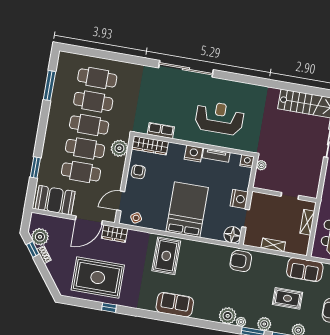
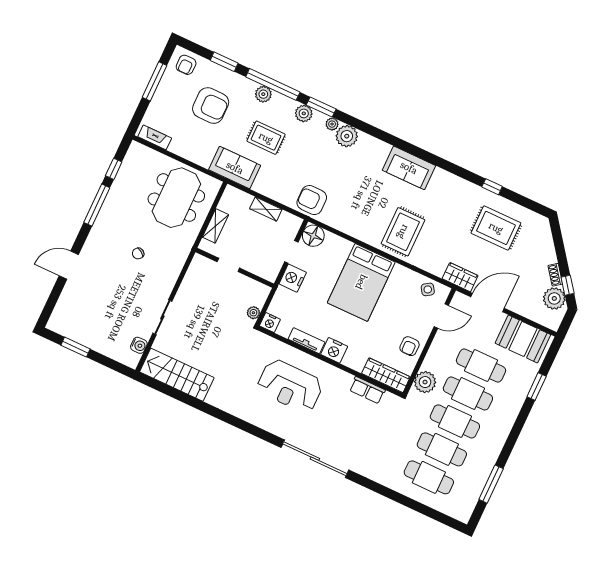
armchair: (241, 261) -> (312, 200), turned 180
rug: (98, 278) -> (496, 228), width x0.73, depth x0.69

